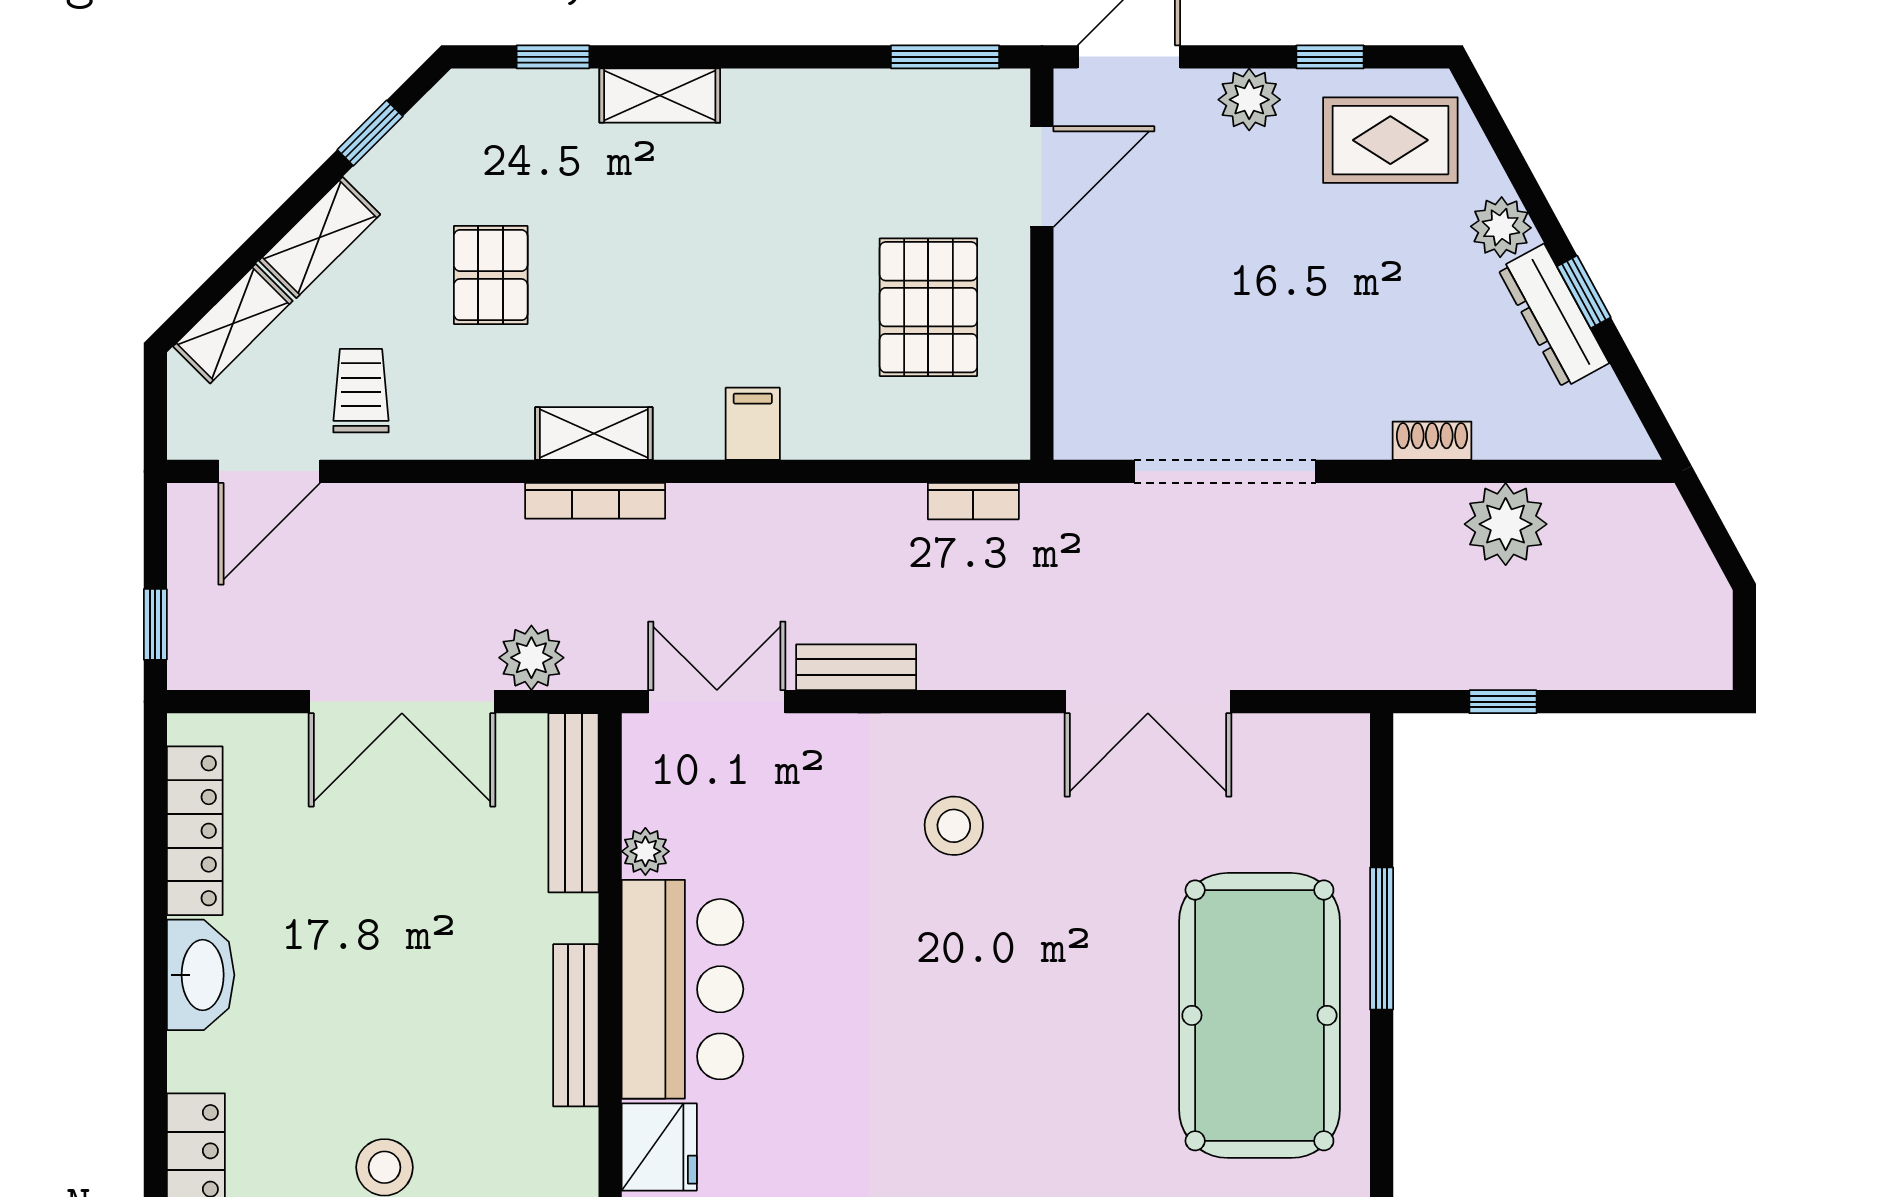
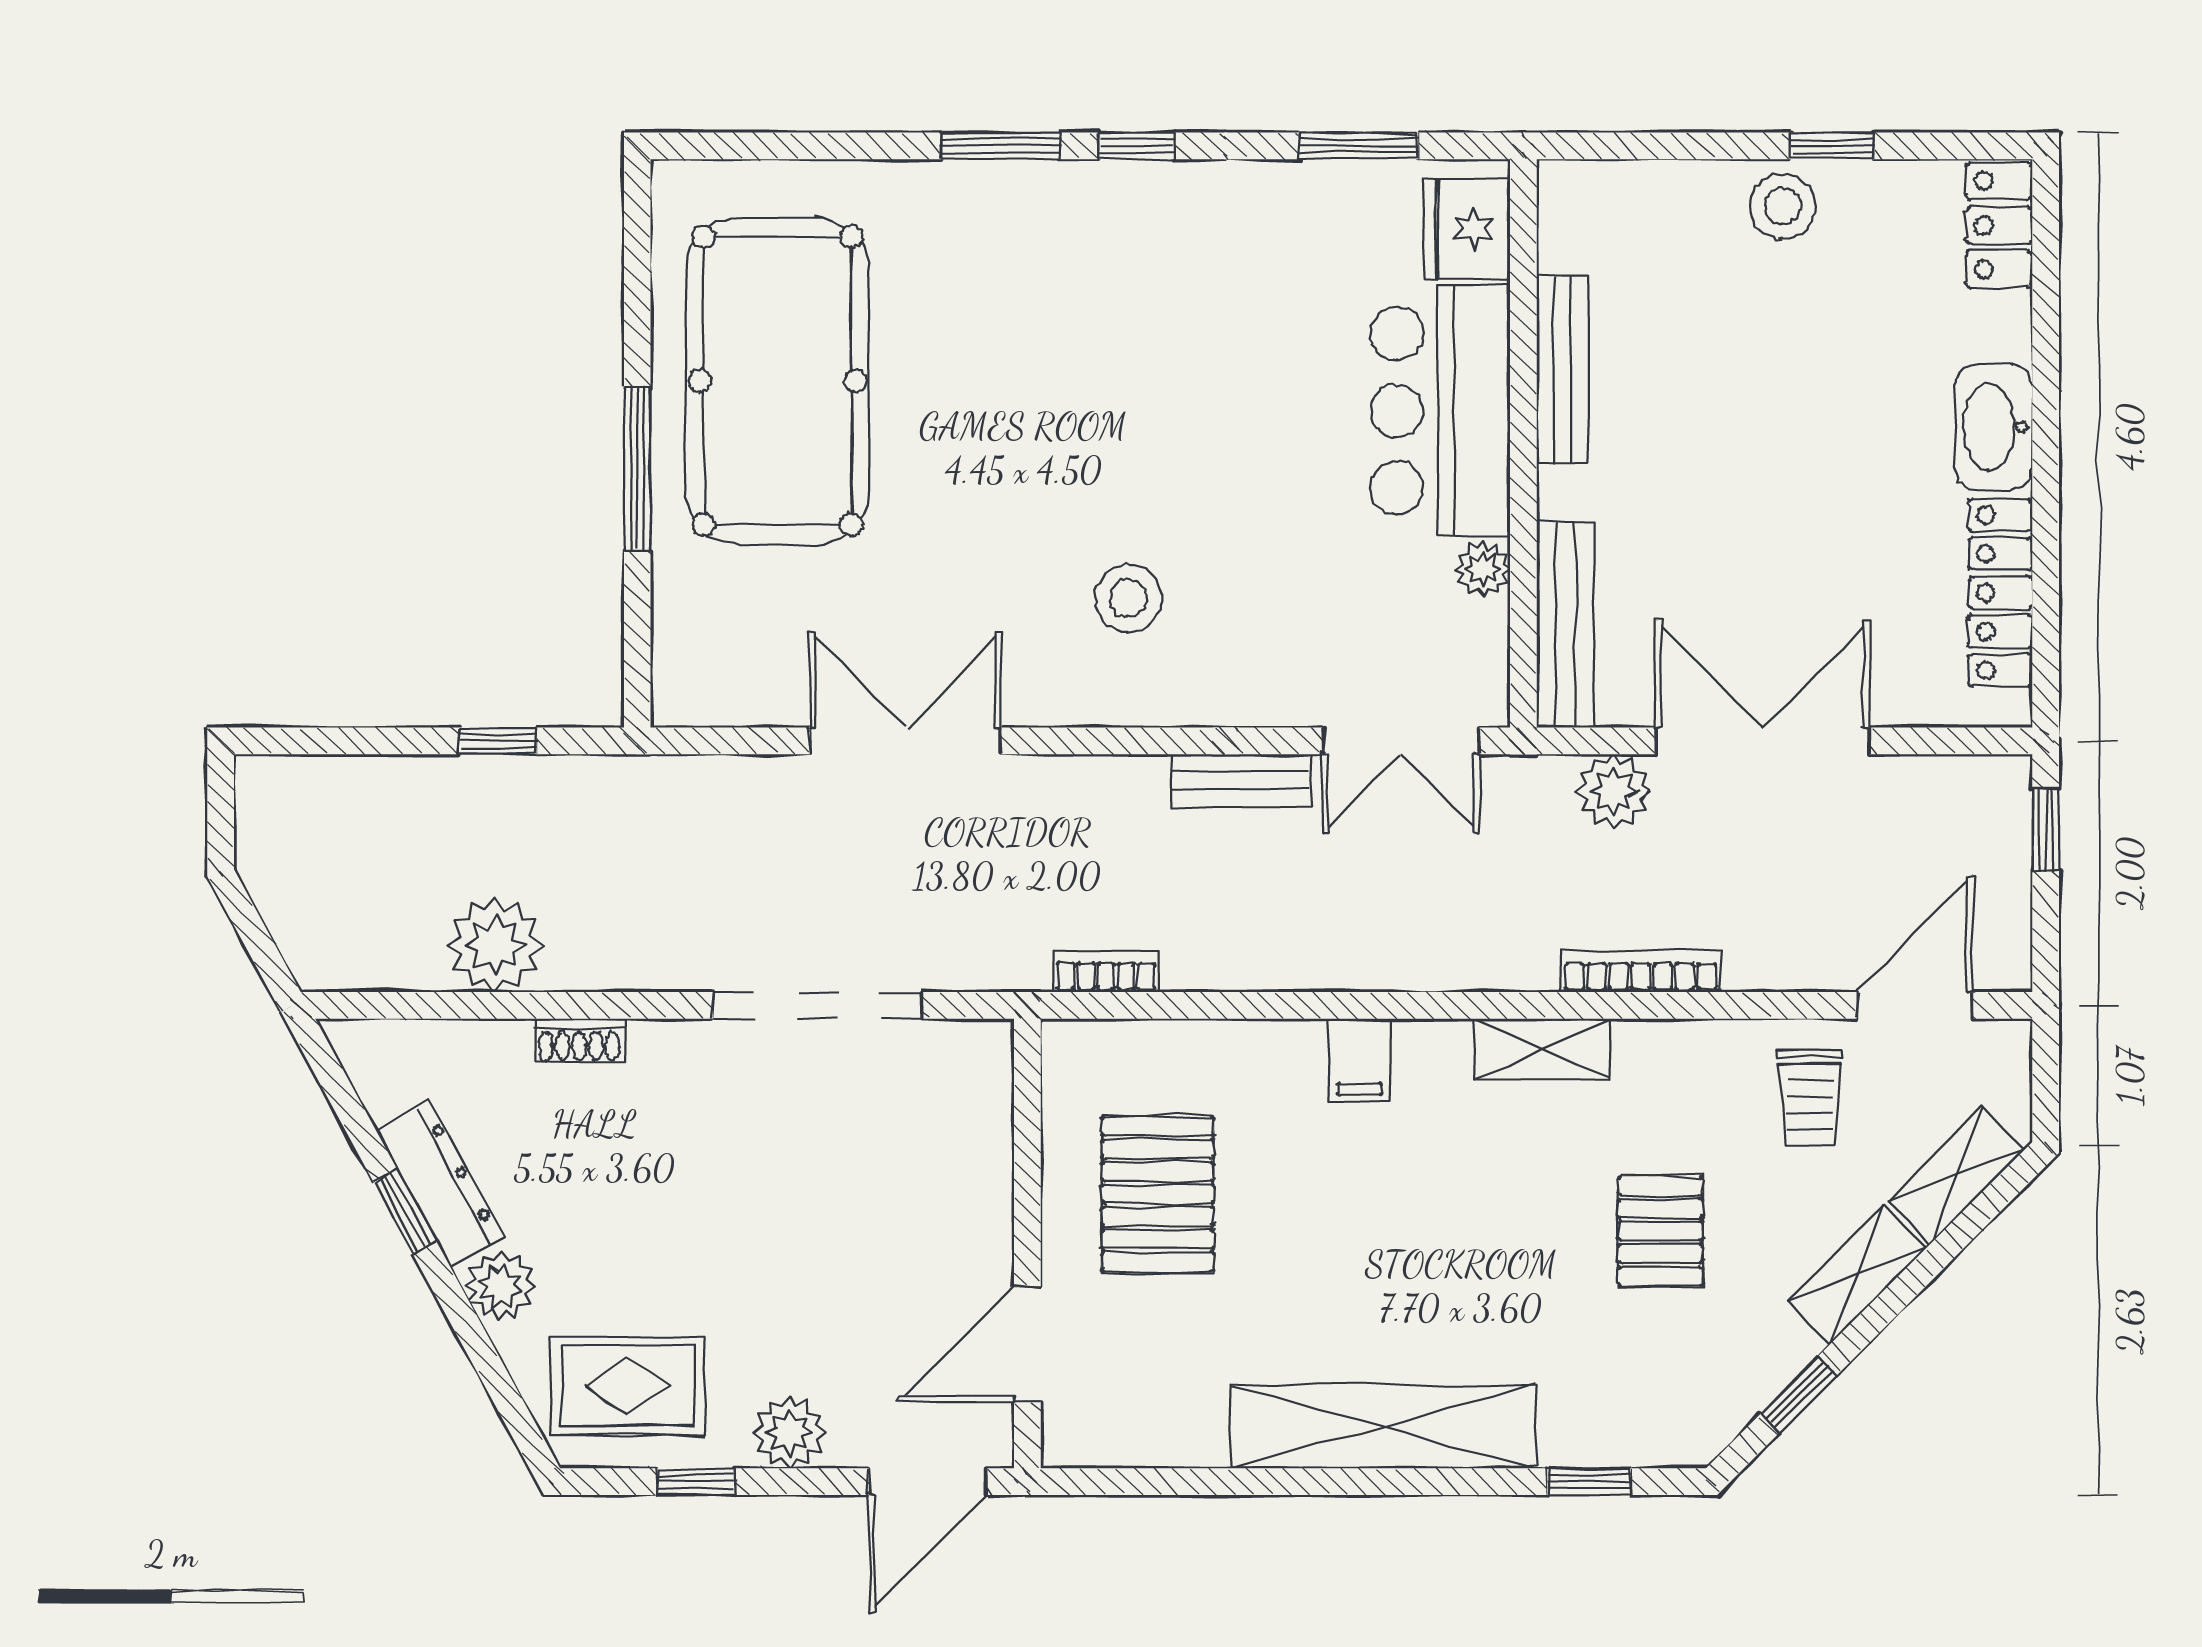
window: (945, 57) -> (1139, 1482), removed
shelving: (660, 96) -> (1383, 1427), width x2.20, depth x1.33
bookcase: (595, 501) -> (1641, 972), moved

